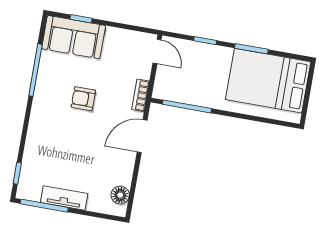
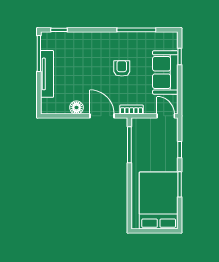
sofa: (74, 37) -> (165, 72), moved
door: (157, 51) -> (166, 116), swing flipped
floor lamp: (120, 195) -> (76, 108), moved
tv unit: (64, 198) -> (47, 74), width x1.41

